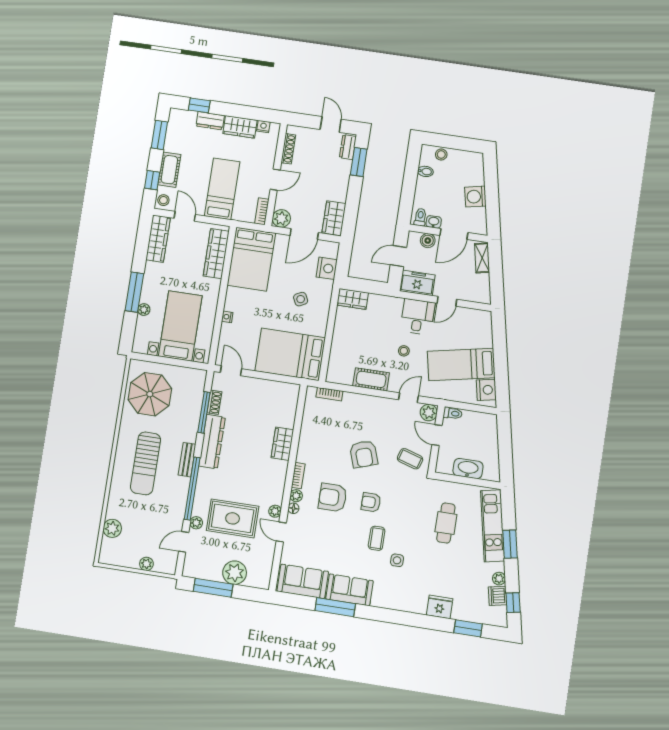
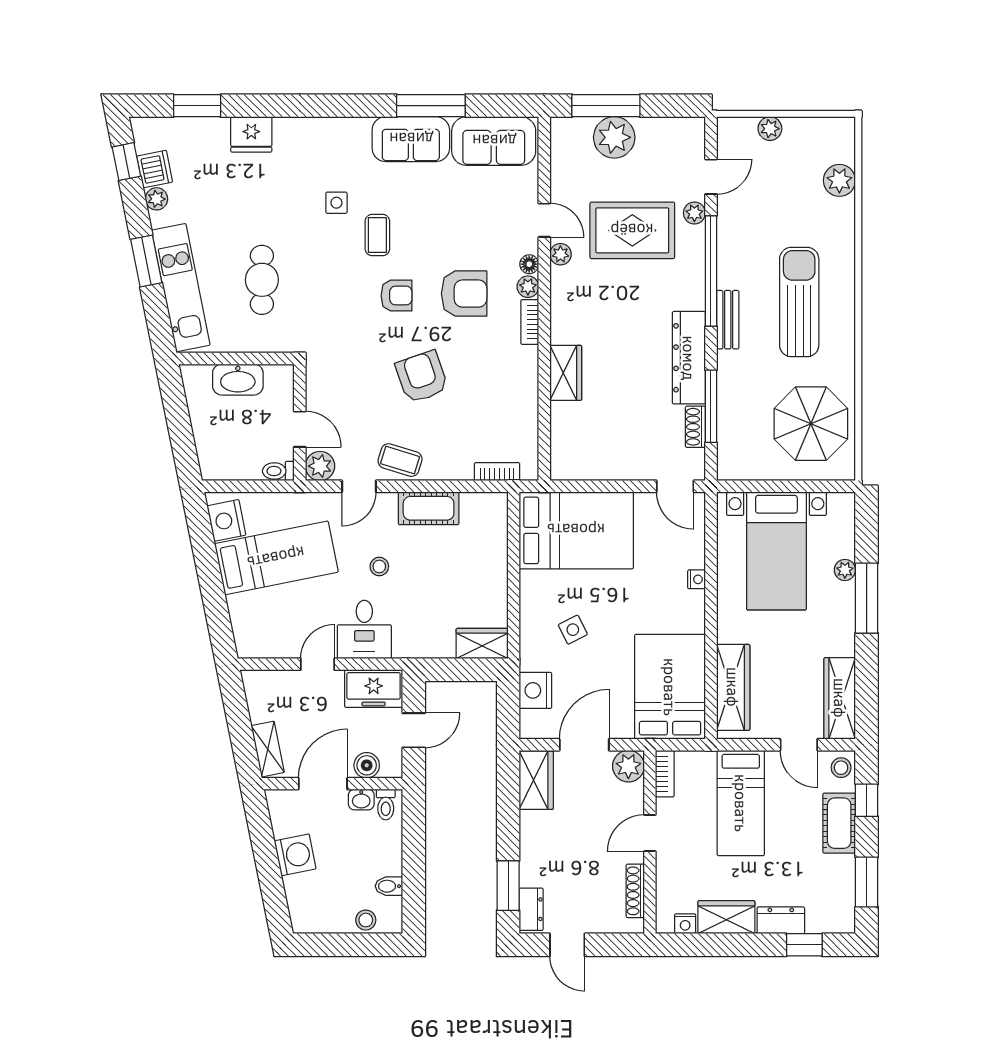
coffee table: (410, 459) -> (400, 460), moved
window: (213, 588) -> (606, 106), moved

